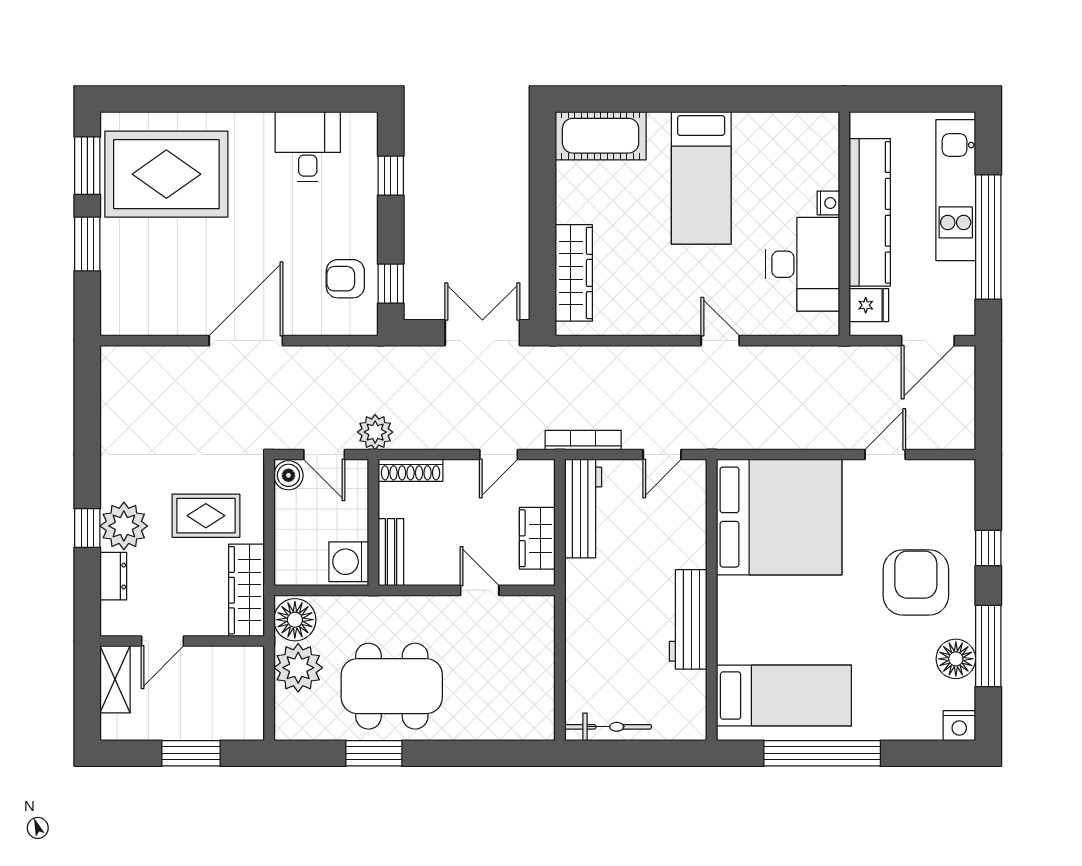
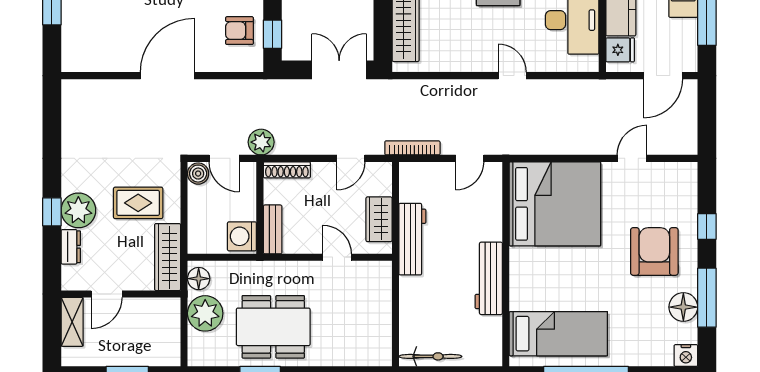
workbench: (583, 509) -> (412, 239), moved
floor lamp: (295, 620) -> (199, 279), width x0.73, depth x0.73

